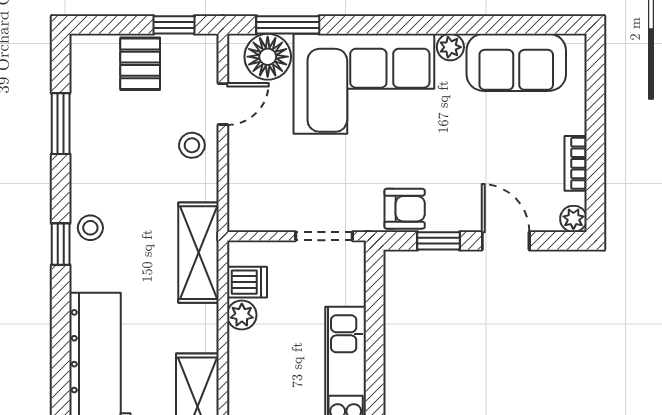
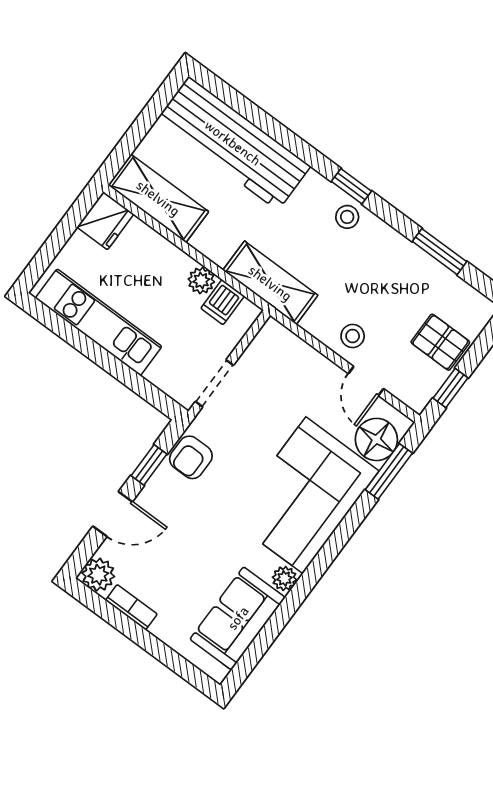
plant: (573, 219) -> (98, 575), width x1.38, depth x1.38

